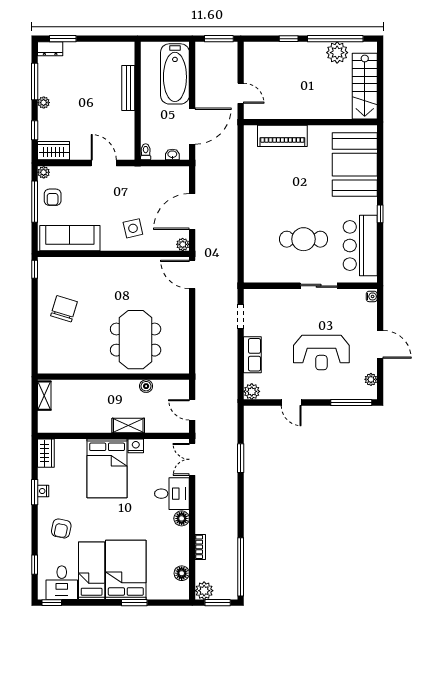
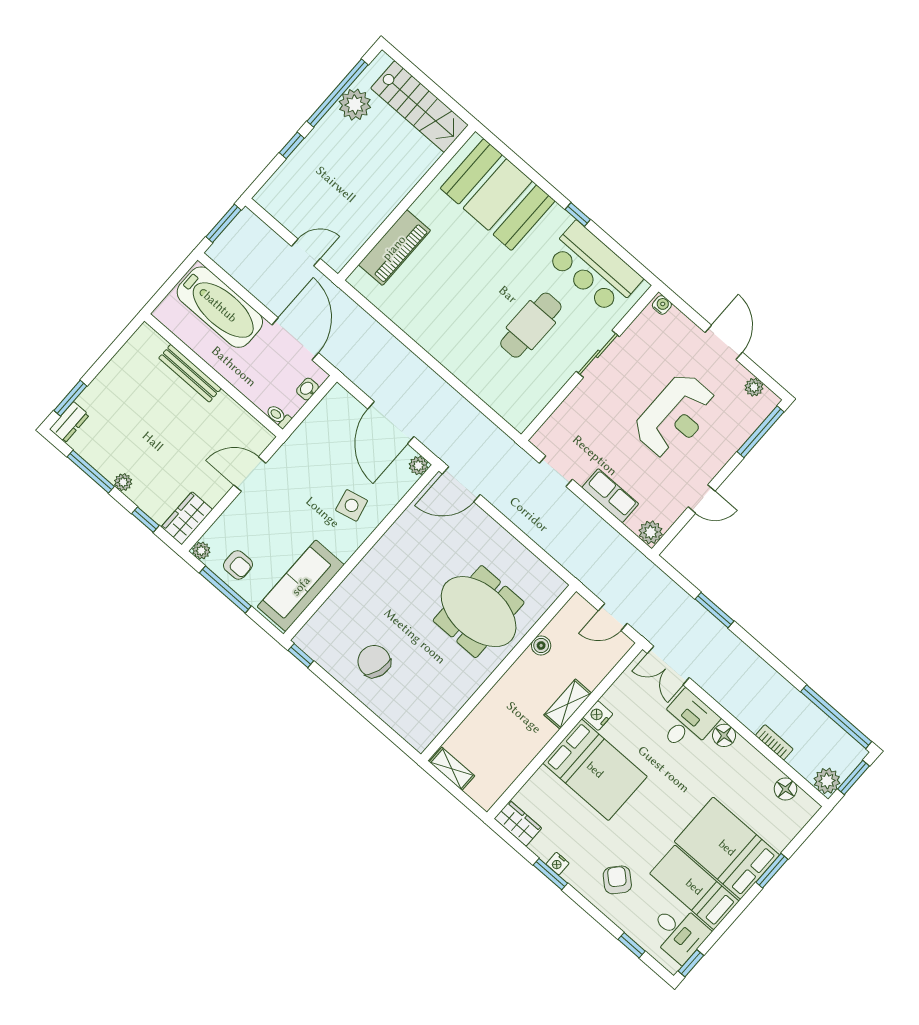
door: (380, 344) -> (724, 342), hinge flipped
armchair: (61, 528) -> (617, 880), turned -149

